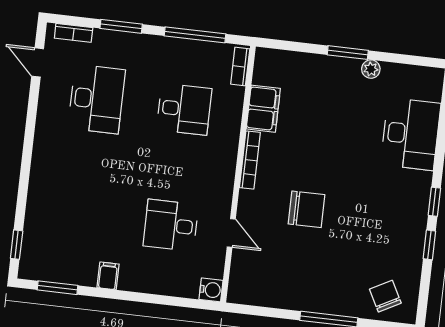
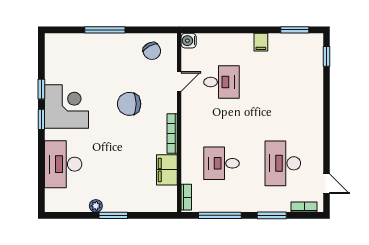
corner desk: (396, 216) -> (66, 107), added
door: (231, 233) -> (179, 82), swing flipped
chair: (385, 296) -> (152, 51), moved

